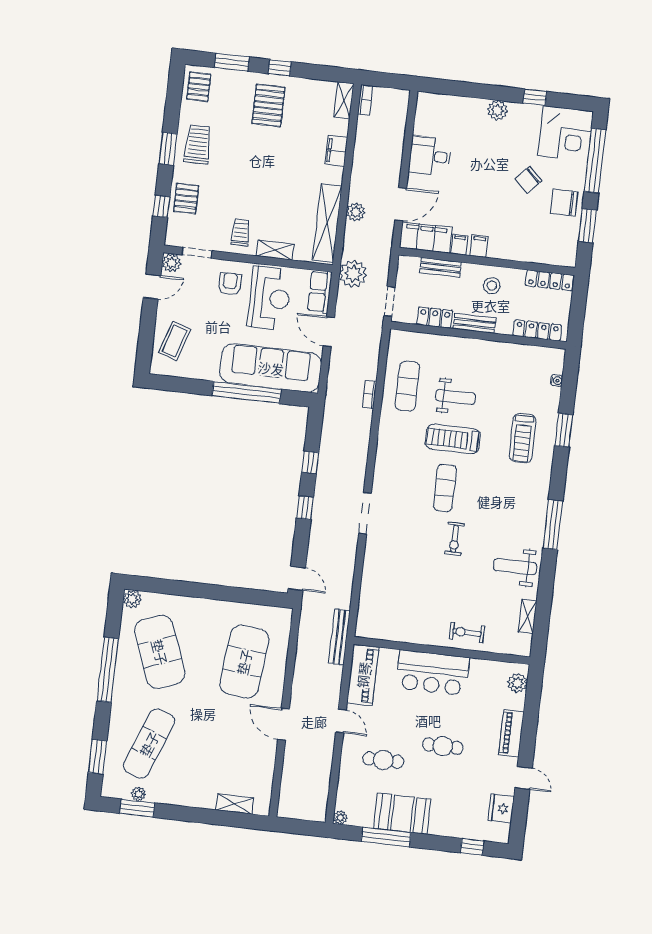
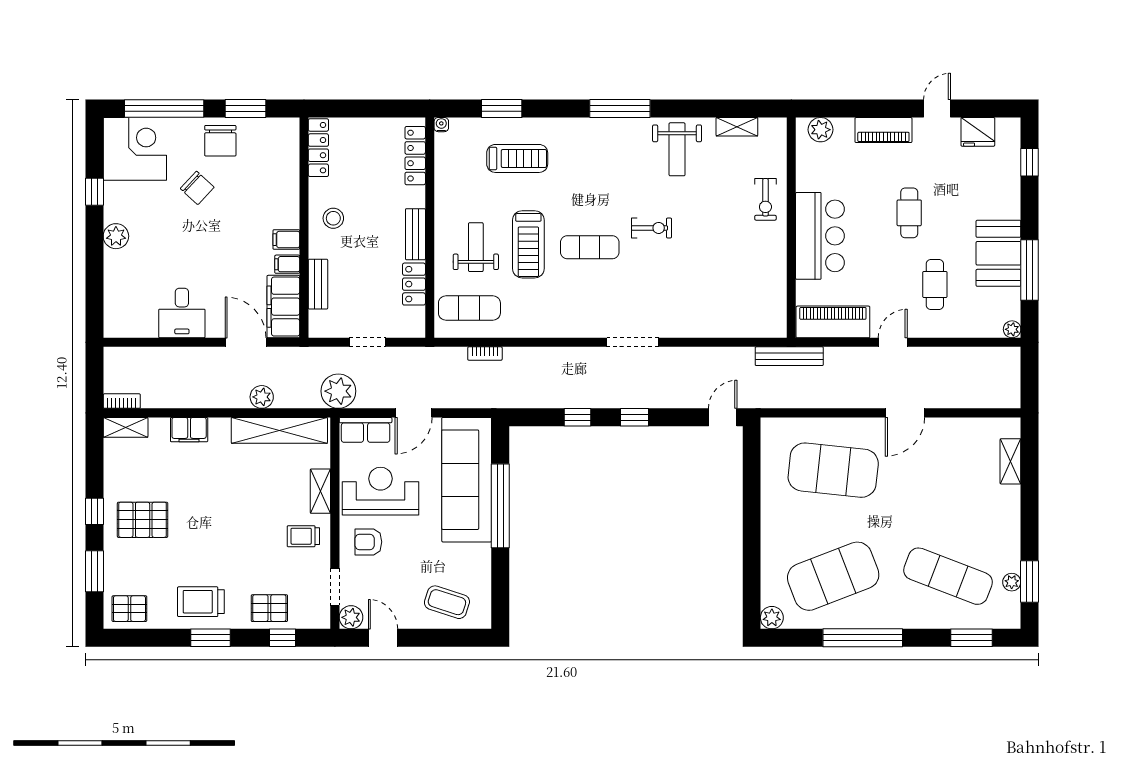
locker: (435, 318) -> (414, 284), moved
bench: (474, 323) -> (415, 234), moved
locker: (537, 330) -> (415, 156), moved
wall: (478, 335) -> (430, 228), moved

